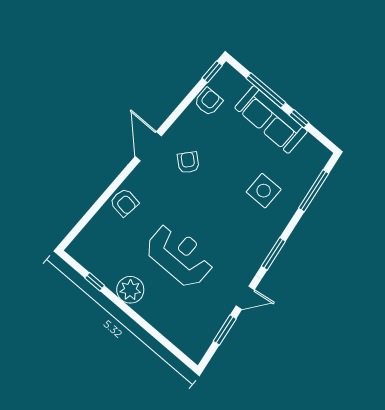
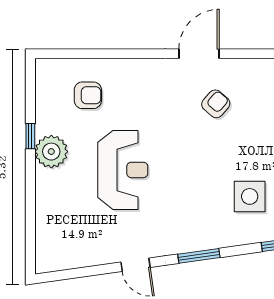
armchair: (124, 202) -> (88, 95), moved, turned -98
window: (95, 282) -> (30, 136), moved
window: (225, 330) -> (89, 271), removed

